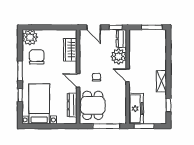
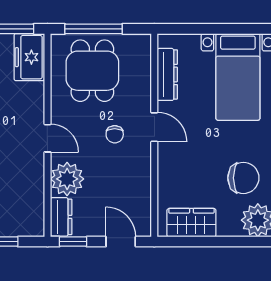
wardrobe: (70, 50) -> (191, 223), moved, turned -90
chair: (37, 57) -> (243, 178), turned -90
dining table: (93, 105) -> (92, 71), moved
freezer: (136, 109) -> (29, 57), width x0.71

